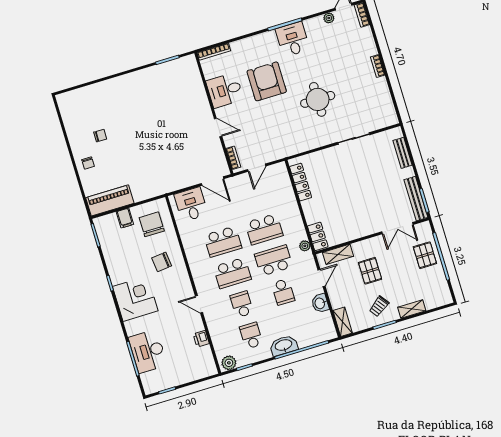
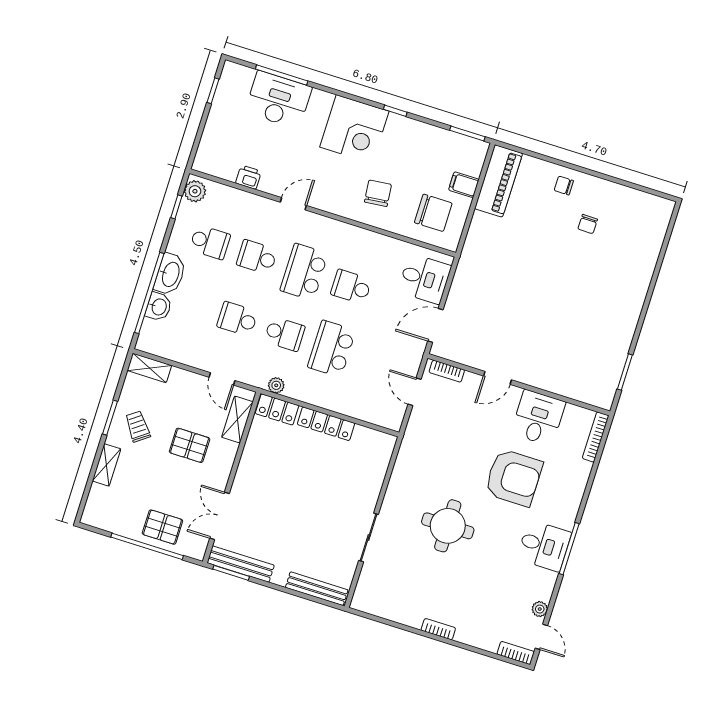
bench: (403, 153) -> (317, 589), width x1.36
locker: (301, 182) -> (326, 424), moved
school desk: (223, 242) -> (351, 287), width x0.54
school desk: (274, 260) -> (285, 334), width x0.54
washbasin: (320, 303) -> (159, 307), moved, turned 90
school desk: (242, 304) -> (257, 257), turned 180

